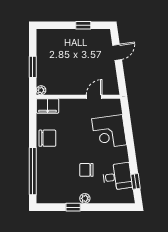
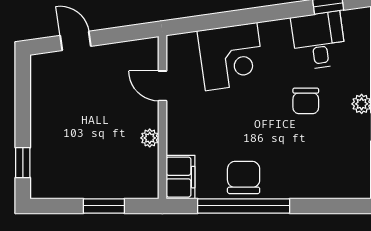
window: (83, 25) -> (23, 163), moved
plant: (41, 90) -> (150, 138), moved
window: (33, 171) -> (244, 206), moved

